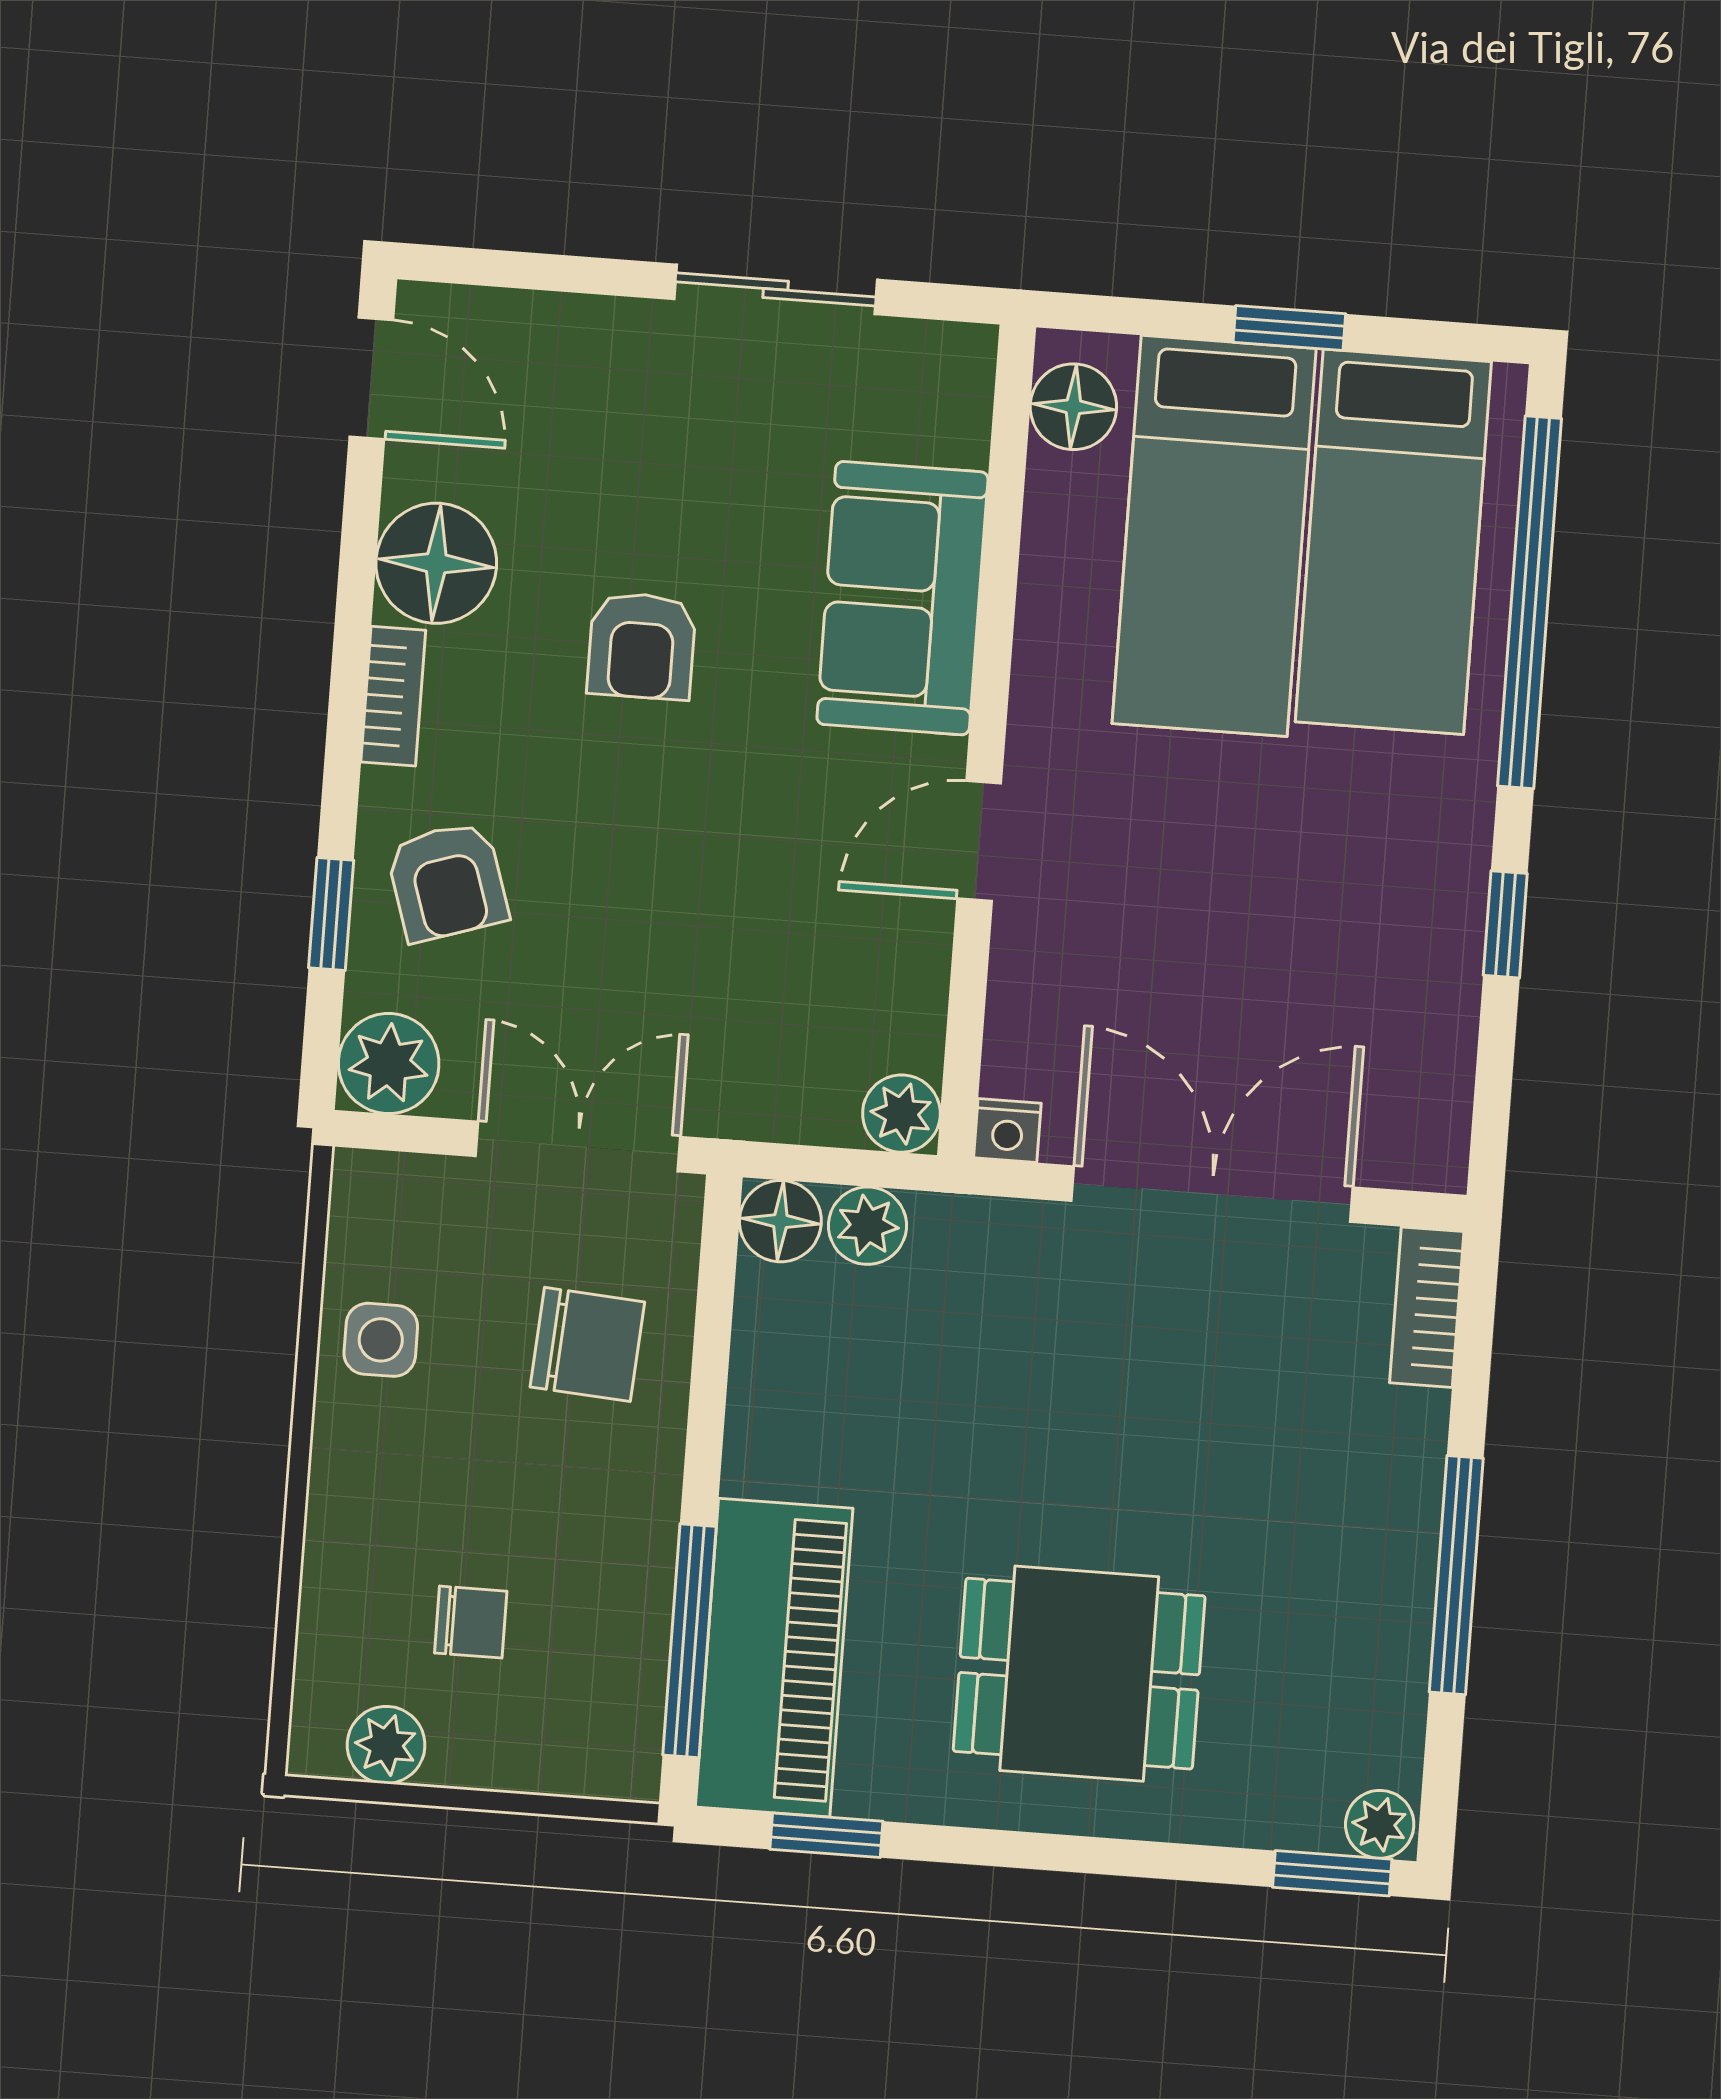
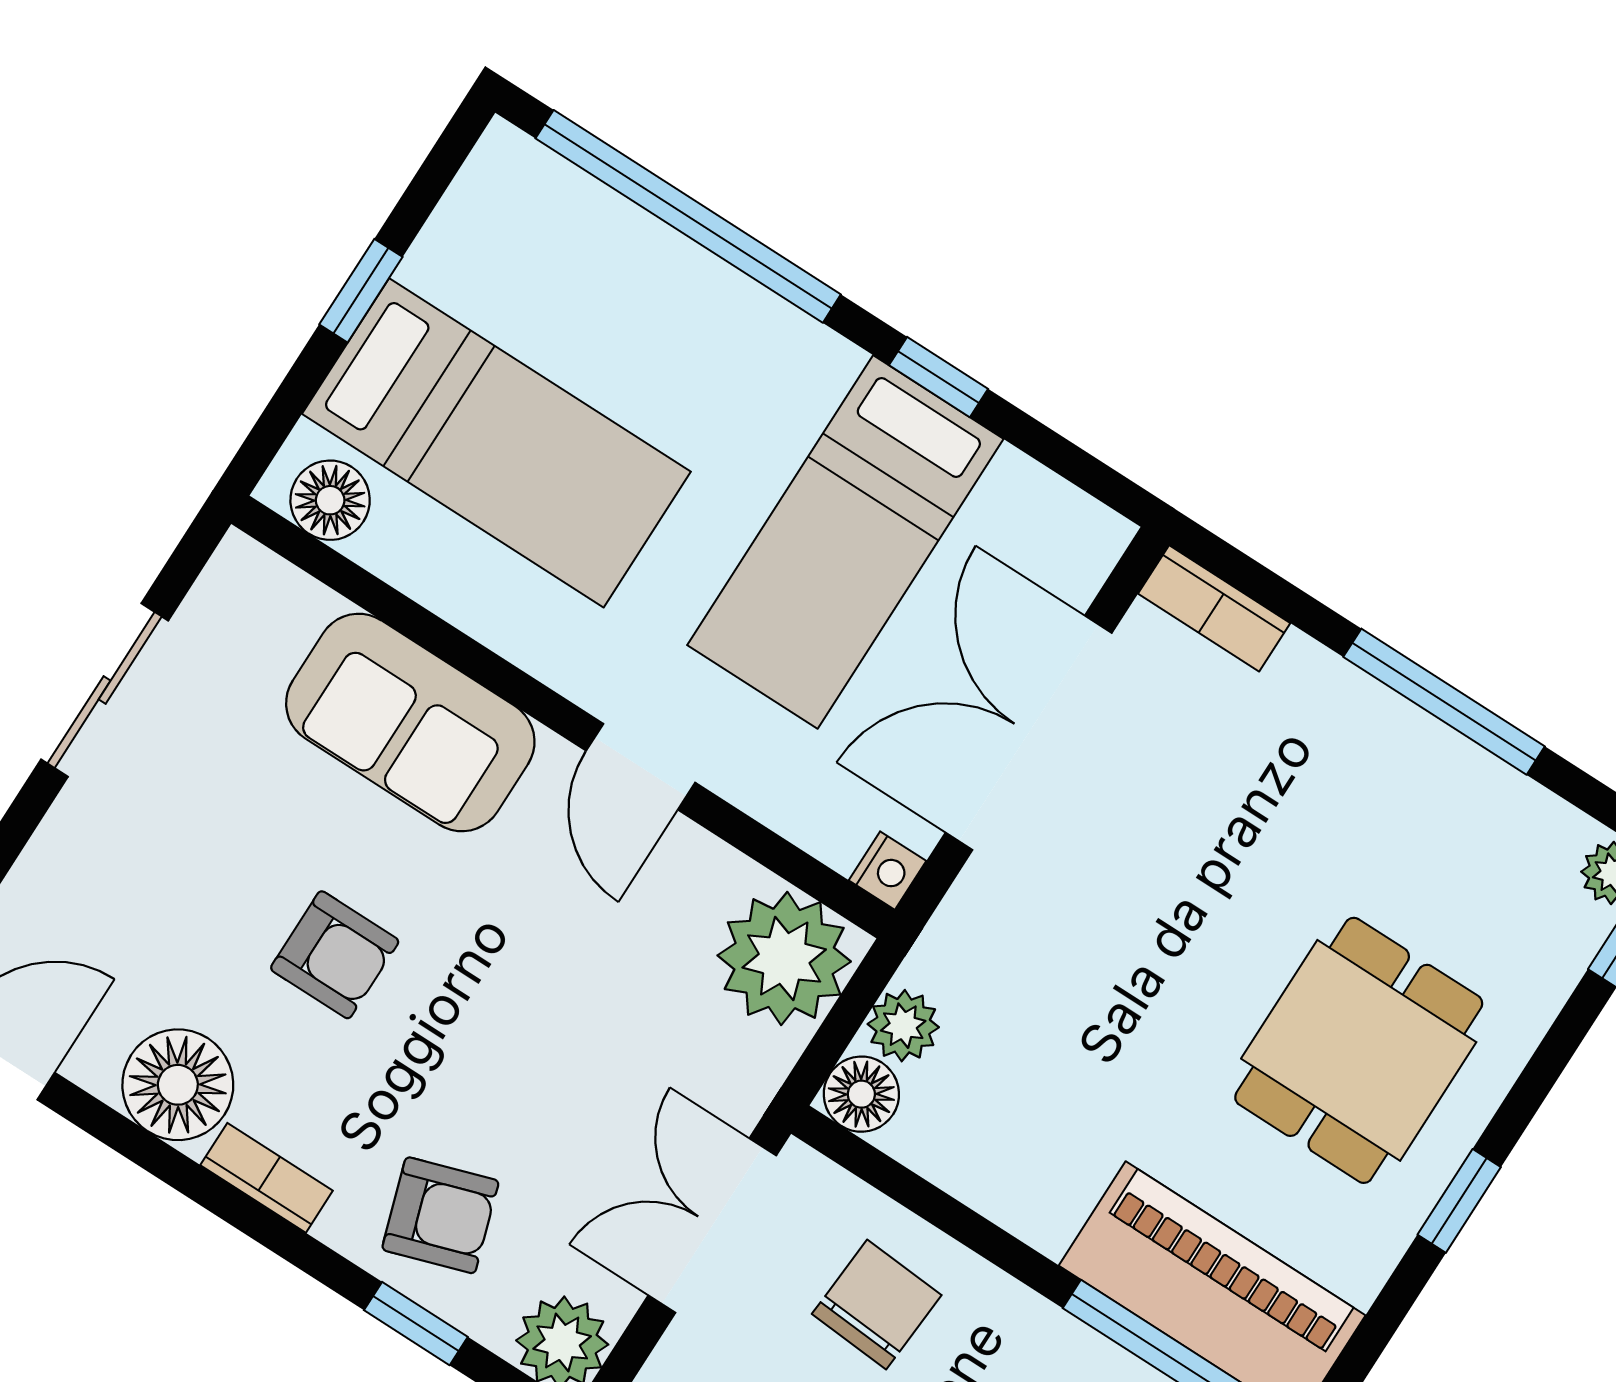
bed: (1393, 542) -> (845, 542), moved, turned 90
plant: (901, 1114) -> (784, 958), width x1.88, depth x1.88
window: (826, 1835) -> (1459, 1201), moved

